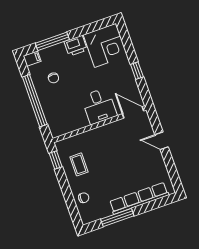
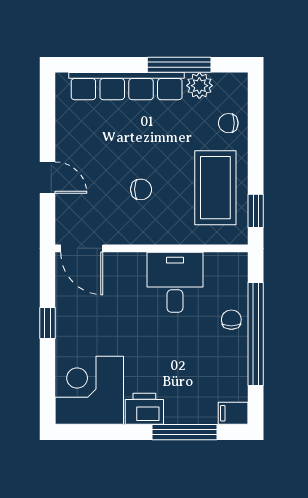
chair: (53, 78) -> (231, 320), moved
desk: (99, 106) -> (175, 282), moved
chair: (114, 151) -> (141, 189), added
coffee table: (79, 164) -> (215, 188), width x1.86, depth x1.72
plant: (104, 211) -> (199, 86), added

